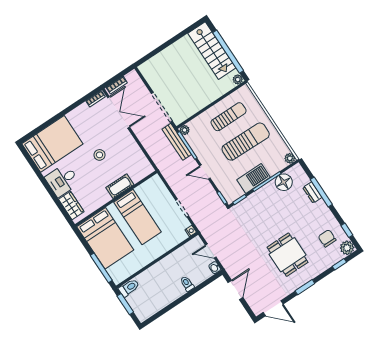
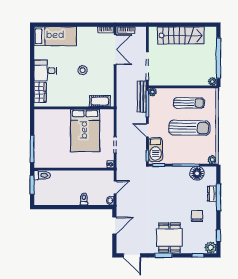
stairs: (212, 51) -> (181, 35), moved, turned -90
bed: (52, 144) -> (55, 36), width x0.67
barbecue: (253, 178) -> (156, 150), moved, turned 90
cot: (120, 186) -> (100, 101), moved
bed: (138, 217) -> (85, 130), width x1.50
bed: (105, 238) -> (48, 130), removed
chair: (327, 238) -> (197, 216), moved
door: (211, 251) -> (115, 187), swing flipped
dining table: (288, 255) -> (169, 238), moved

